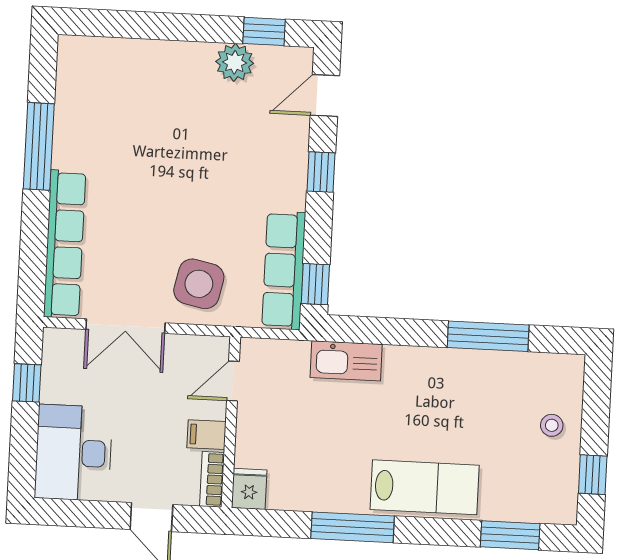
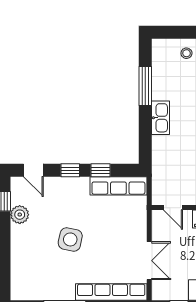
side table: (199, 284) -> (70, 239), moved
window: (315, 284) -> (100, 170), moved
kitchen sink: (346, 361) -> (160, 118), moved

